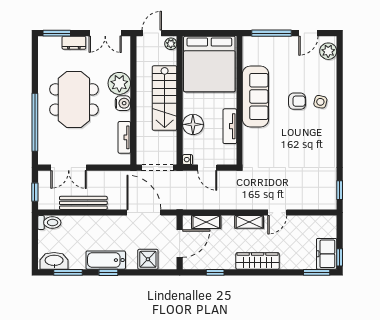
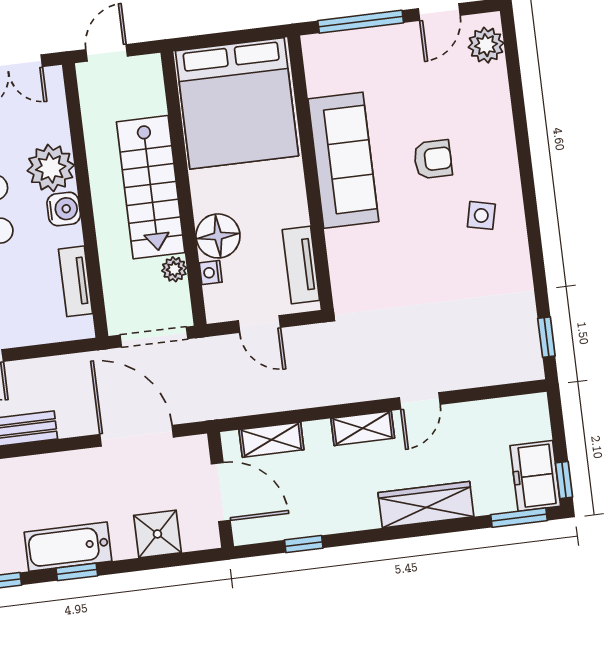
plant: (171, 44) -> (174, 269), moved
side table: (320, 102) -> (481, 215), moved
tv unit: (230, 126) -> (301, 265), moved
nightstand: (188, 160) -> (211, 273), moved
door: (180, 244) -> (221, 492), hinge flipped
wardrobe: (258, 261) -> (426, 505), moved

